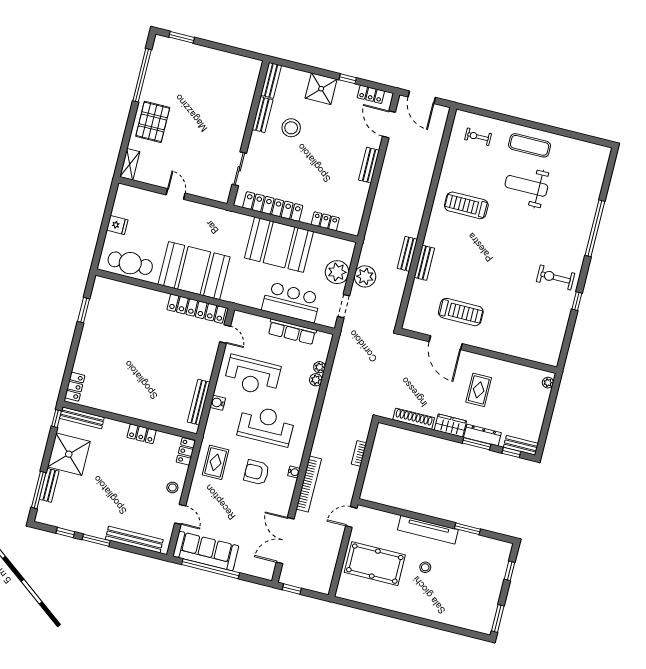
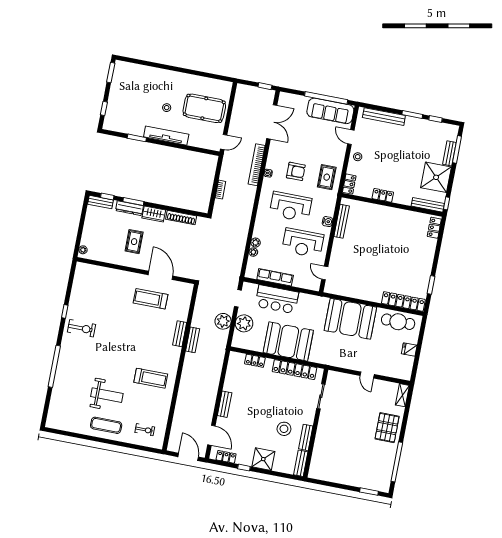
locker: (197, 309) -> (403, 301), moved
reception desk: (252, 376) -> (303, 243), turned 180

